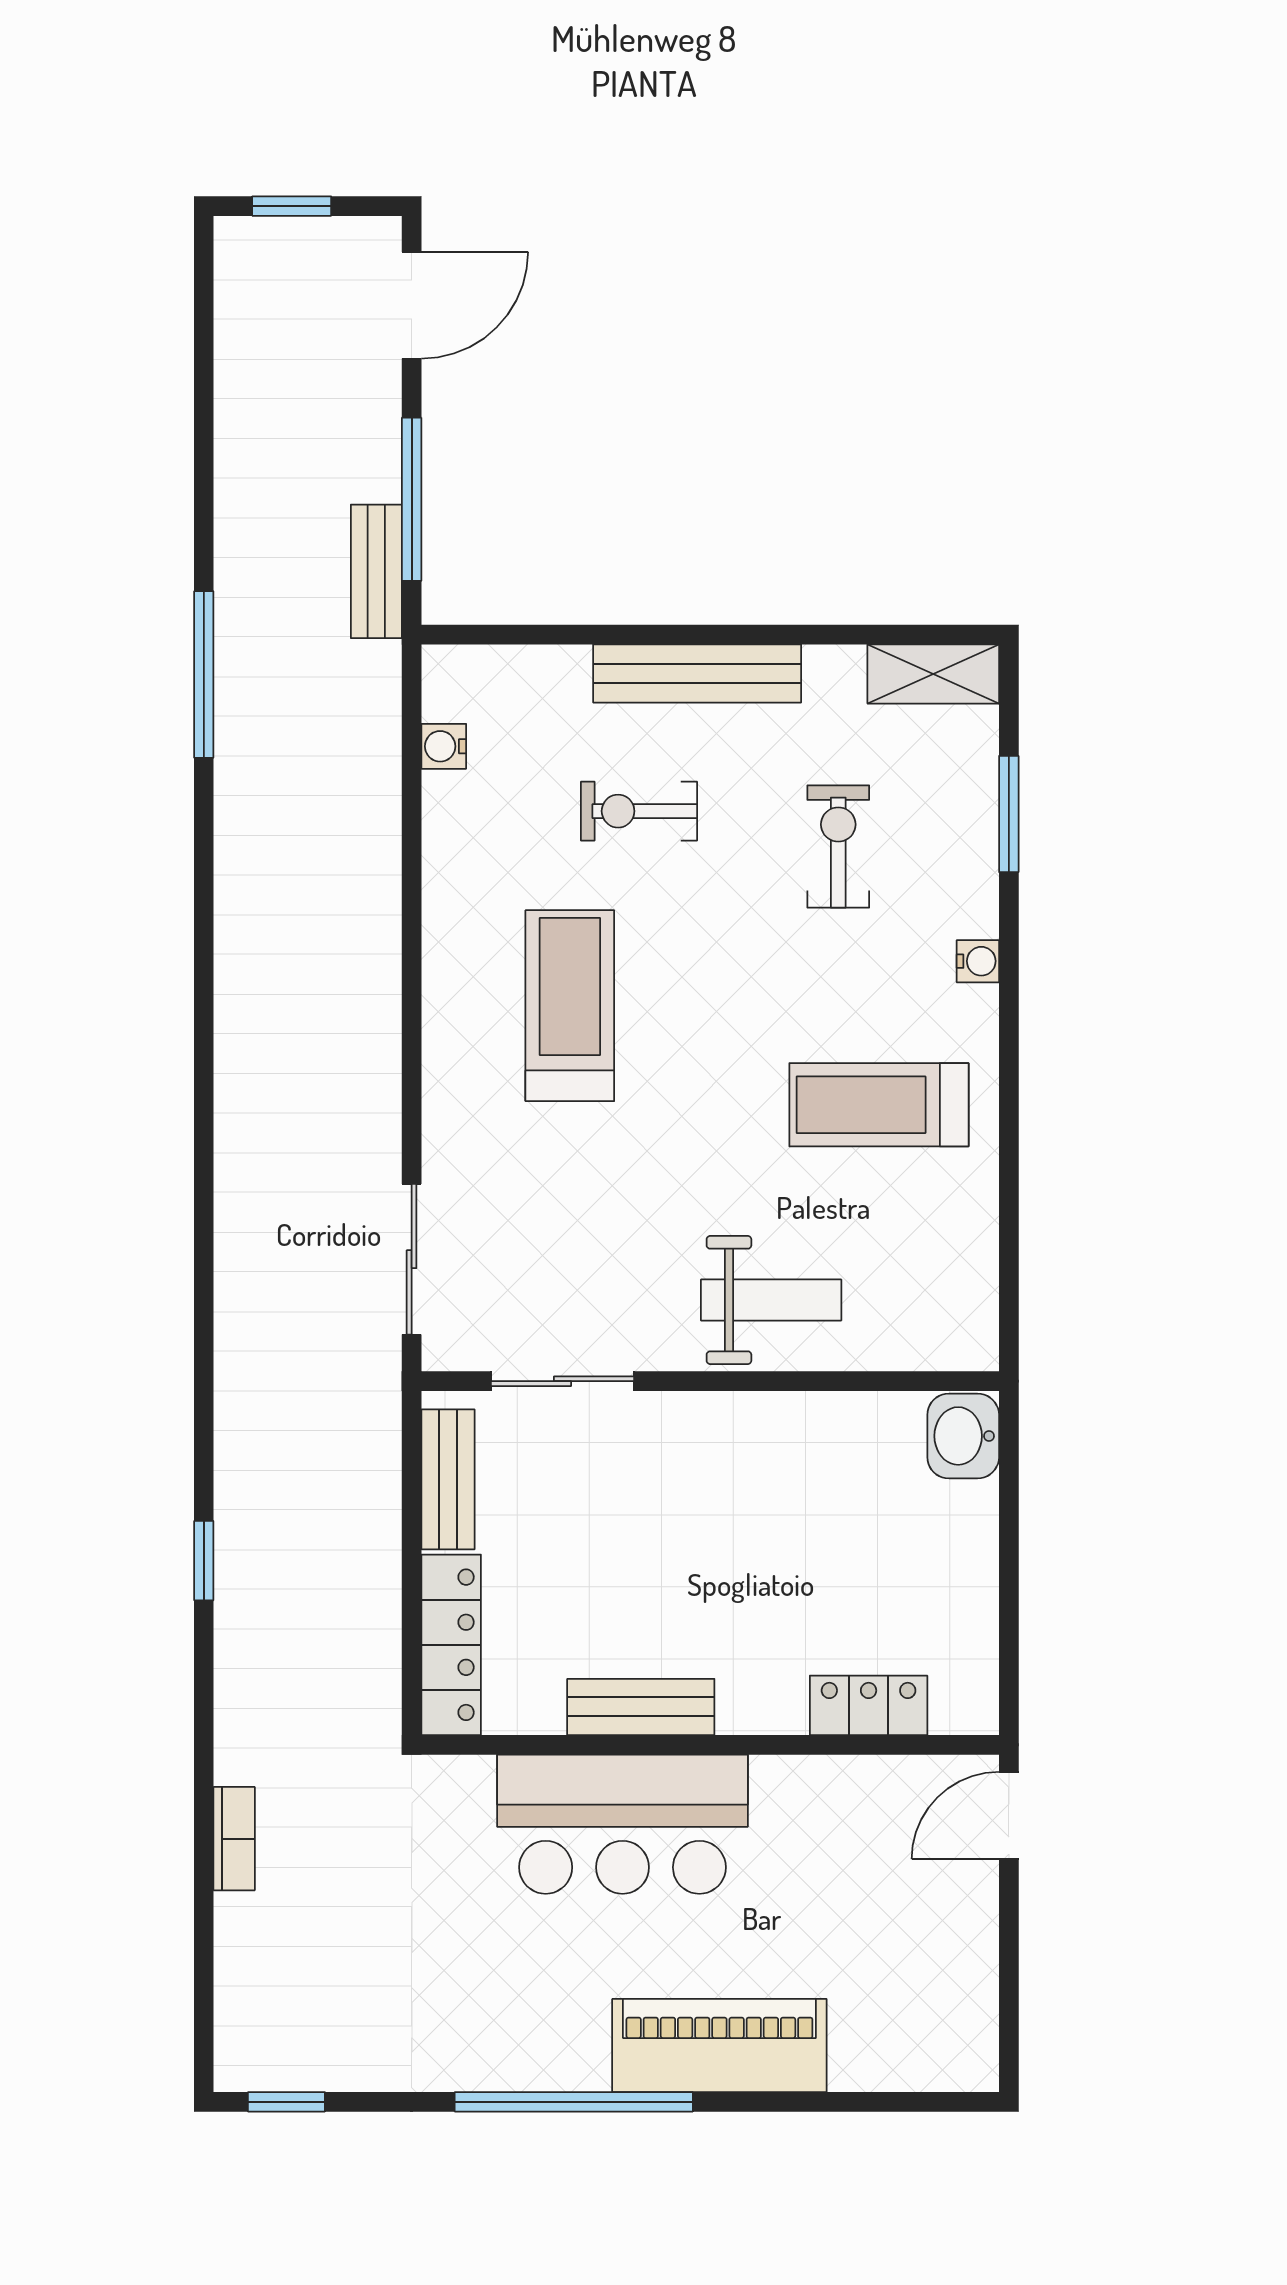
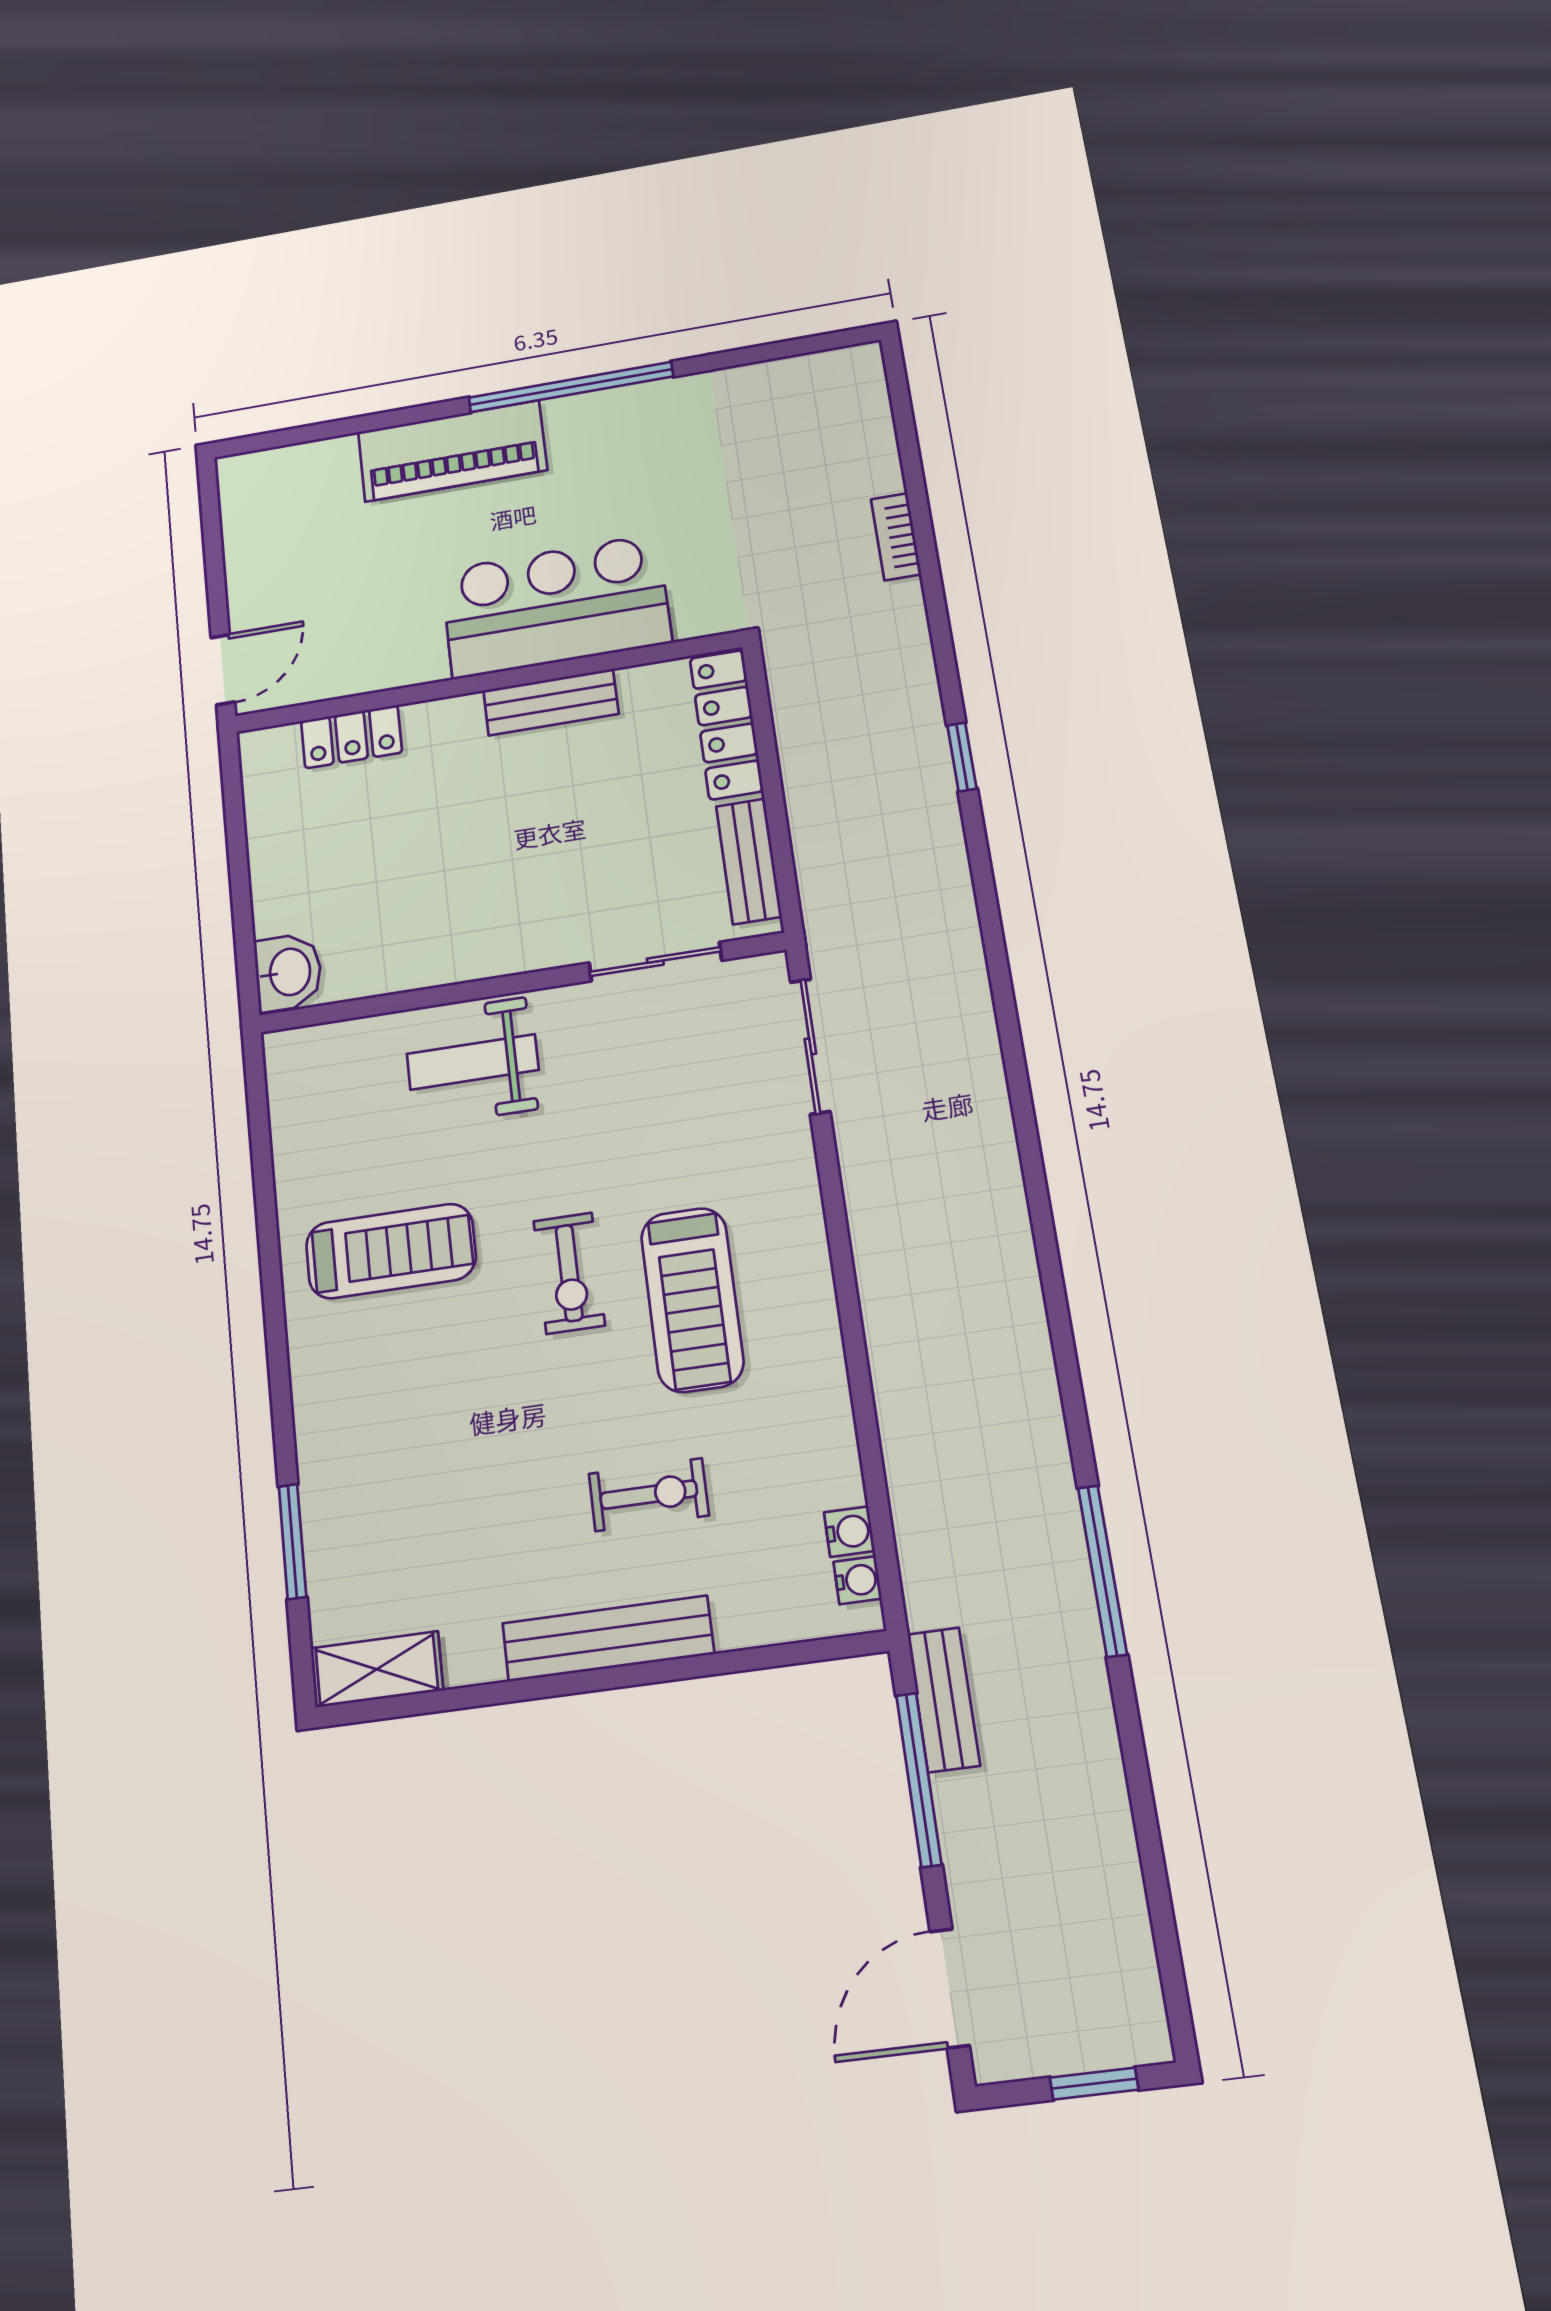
exercise bike: (838, 846) -> (569, 1273), moved
water cooler: (978, 961) -> (858, 1580), moved, turned 180
window: (286, 2102) -> (817, 343), removed

